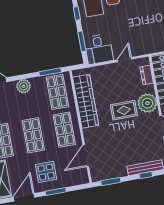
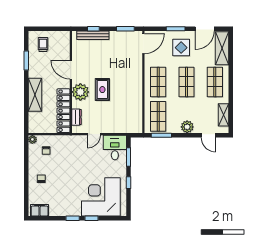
wardrobe: (86, 101) -> (135, 104), removed
rug: (124, 110) -> (102, 90), turned 90
door: (86, 156) -> (143, 44), moved

